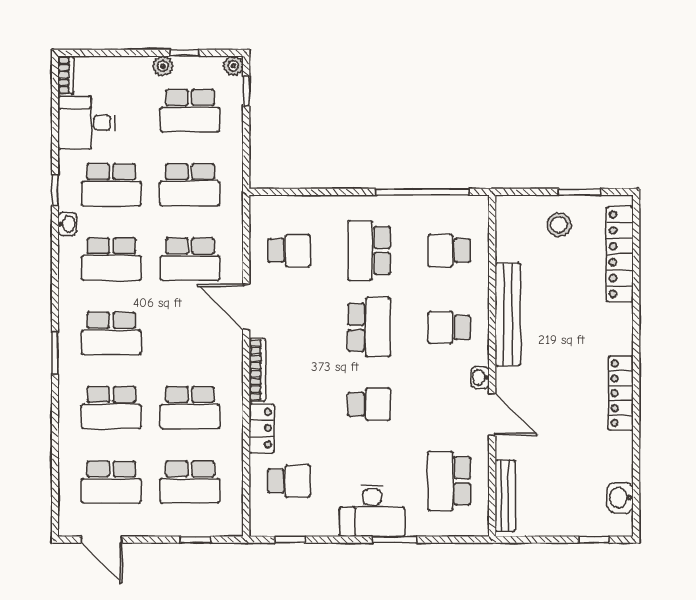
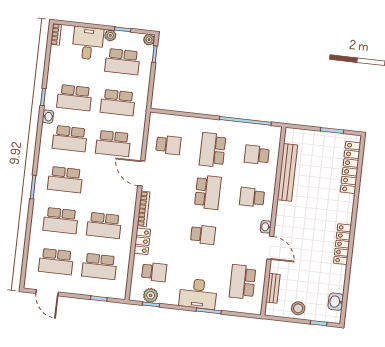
desk: (87, 123) -> (88, 43), moved, turned 90
stool: (559, 225) -> (298, 308), moved
bench: (508, 314) -> (287, 172), moved
bench: (505, 496) -> (273, 288), width x0.73
plant: (287, 524) -> (151, 295), added

